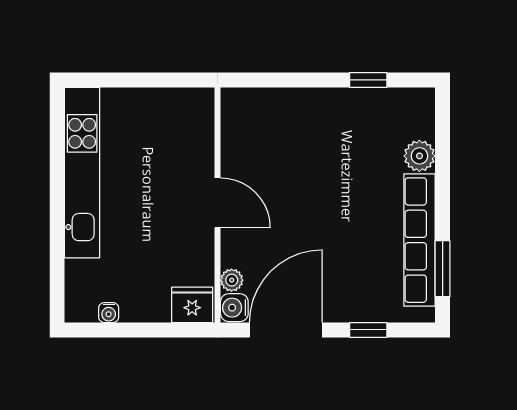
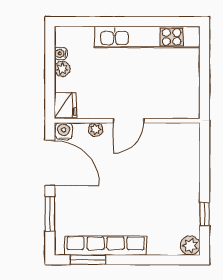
plant: (419, 156) -> (190, 246), moved
plant: (232, 280) -> (96, 130), moved
plant: (134, 310) -> (62, 69), added
window: (368, 330) -> (50, 214), width x1.50

